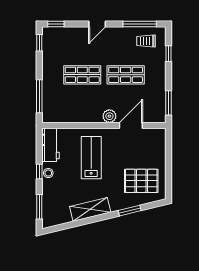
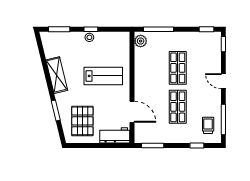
plant: (109, 116) -> (141, 41), moved
workbench: (51, 145) -> (115, 135), moved, turned 180

